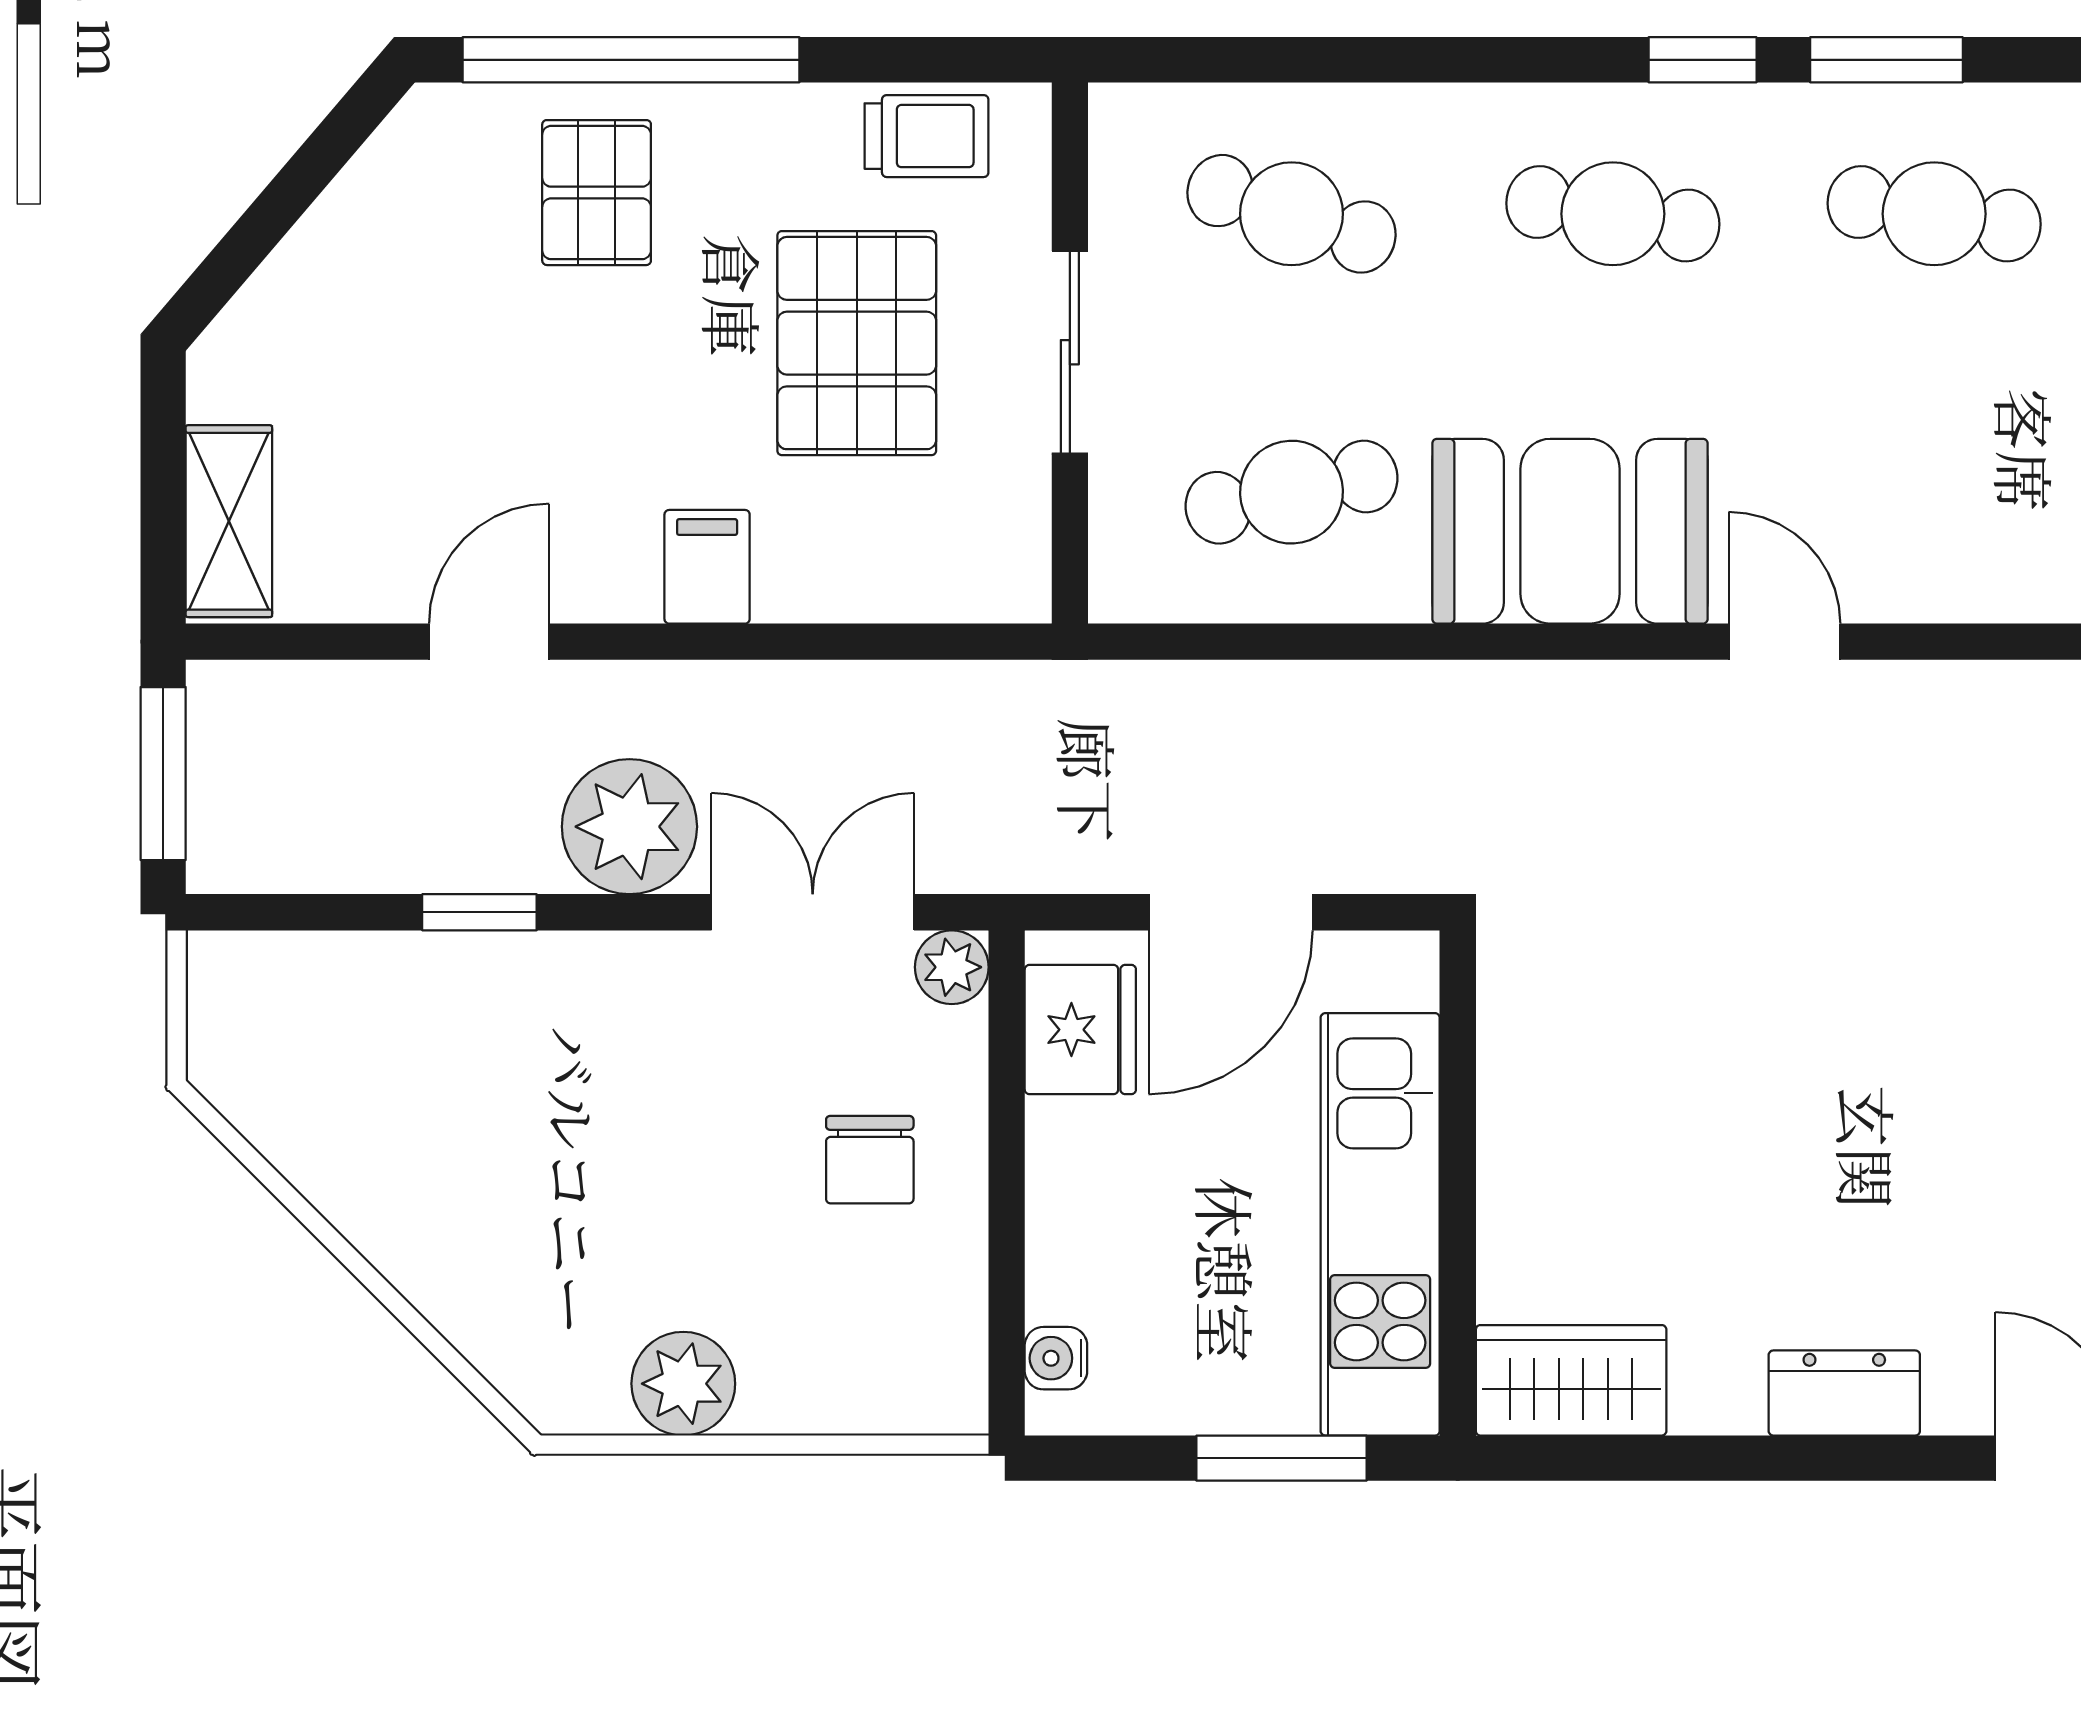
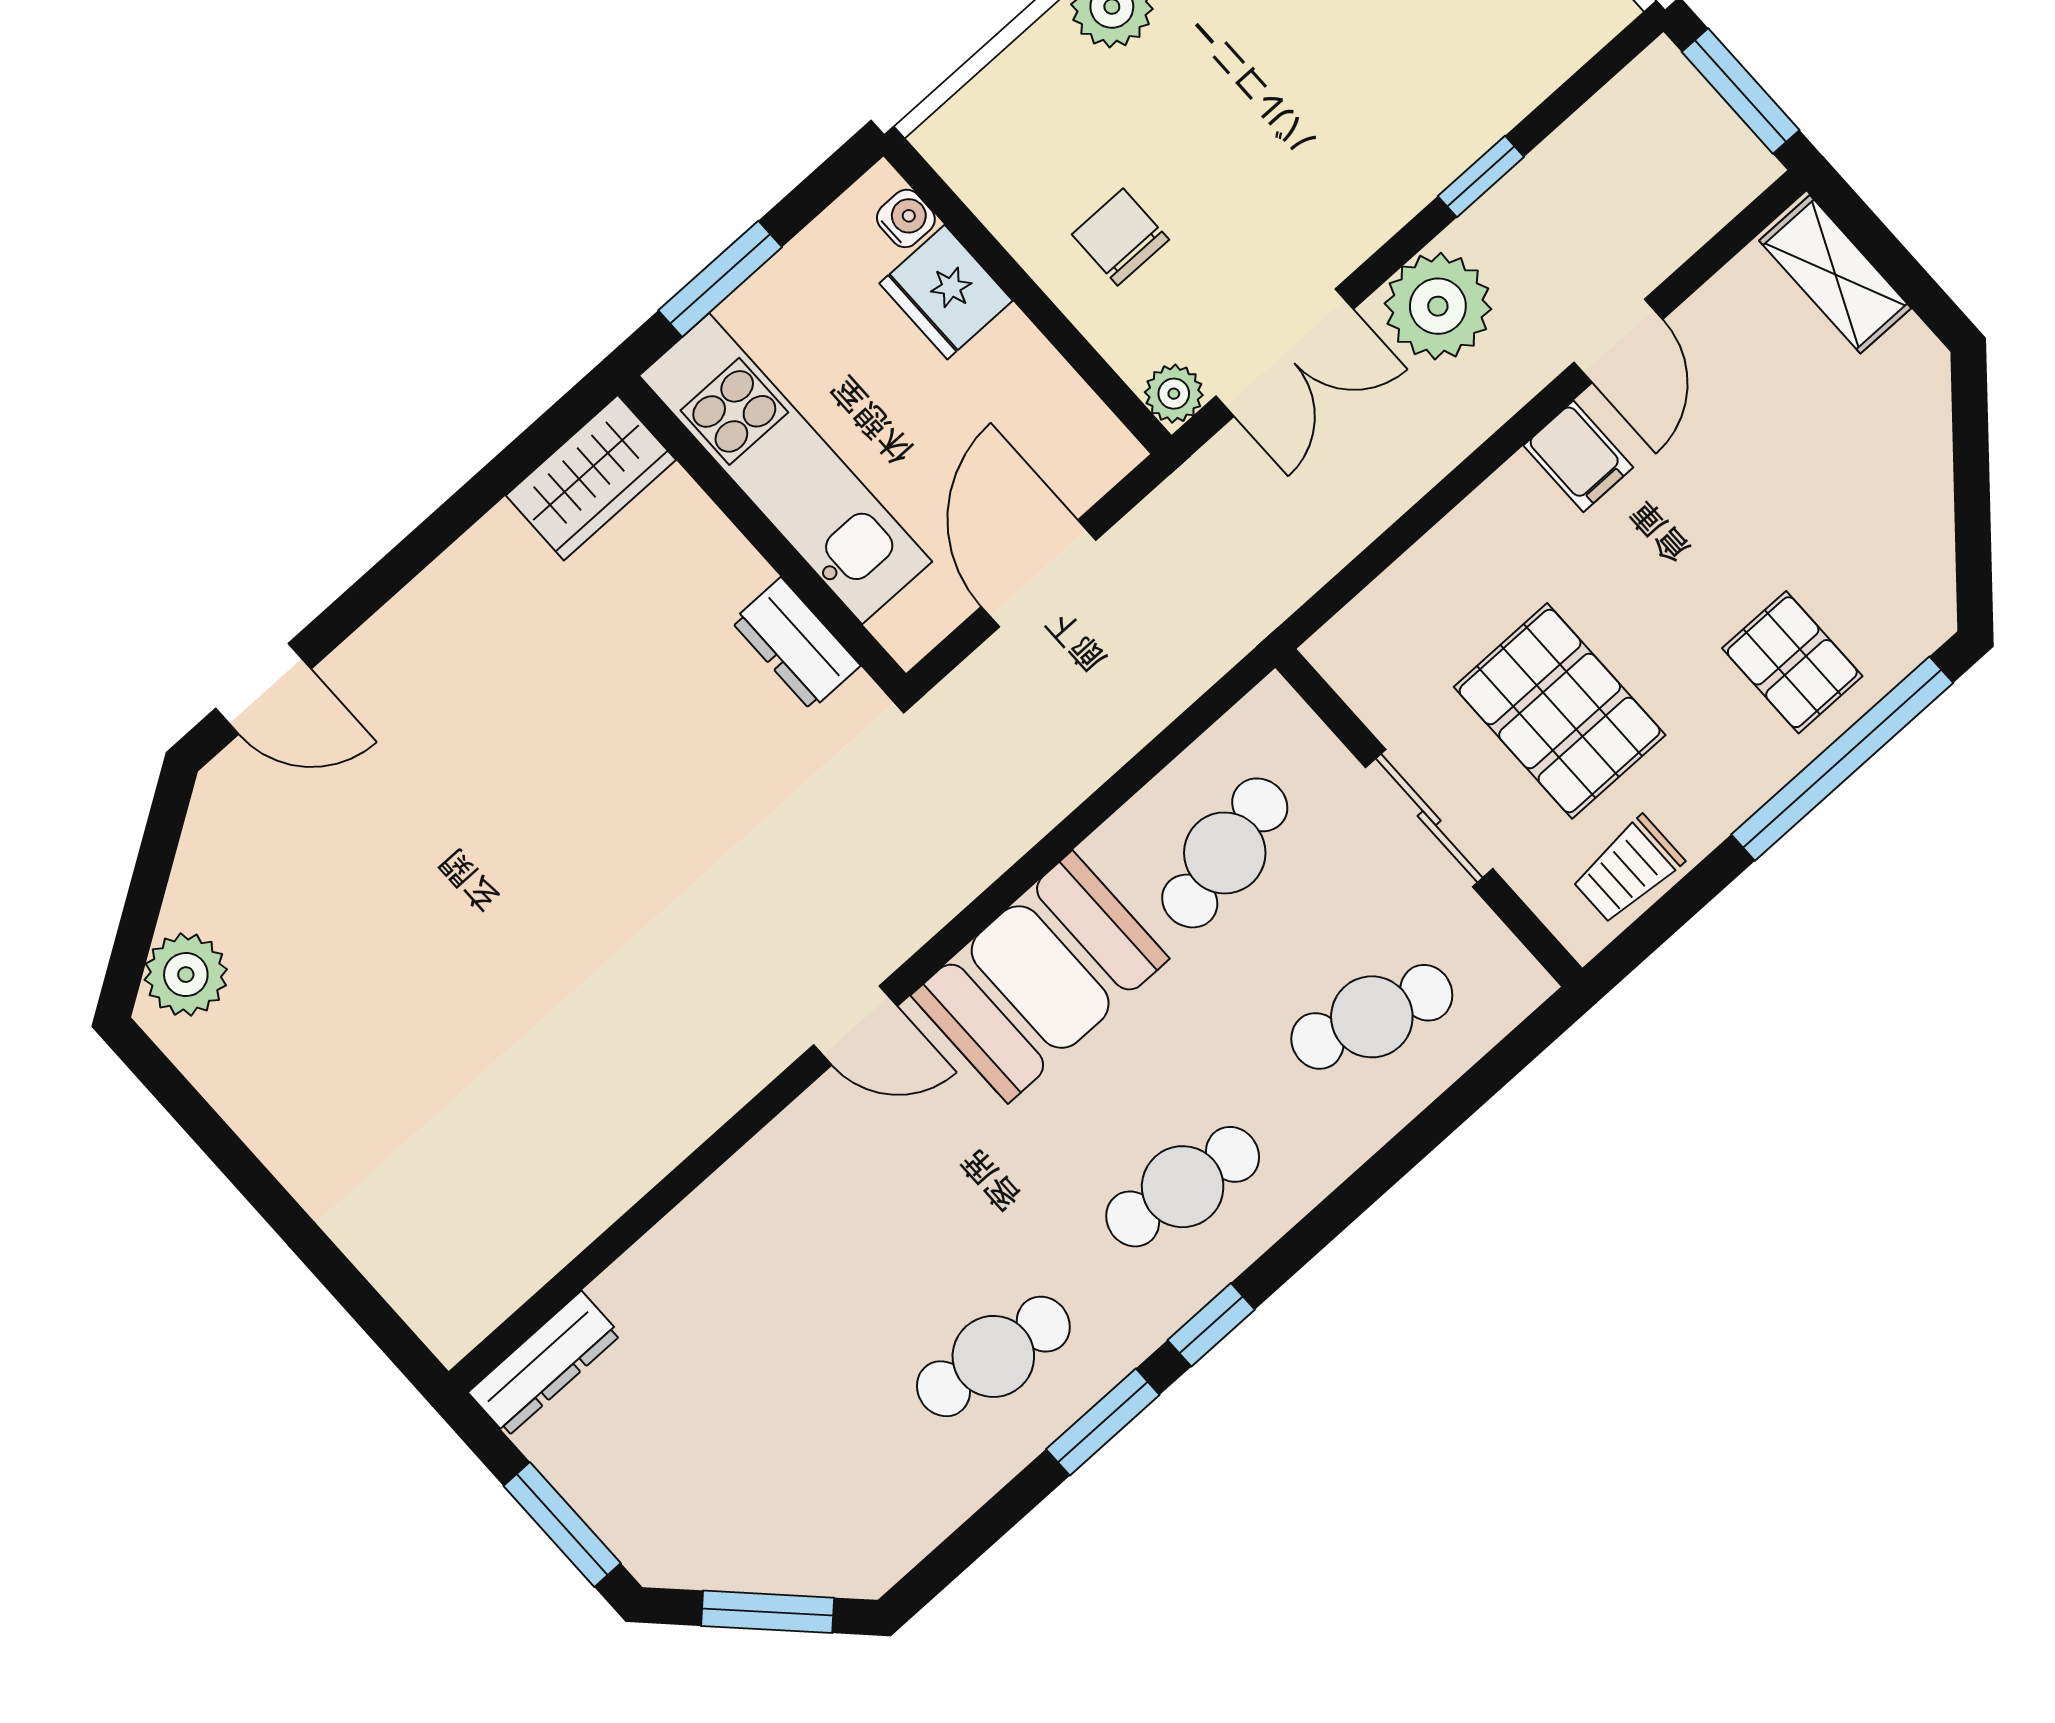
filing cabinet: (707, 567) -> (1578, 456), moved
fridge: (1080, 1030) -> (946, 292), moved
dresser: (1844, 1393) -> (796, 644), moved, turned 90

